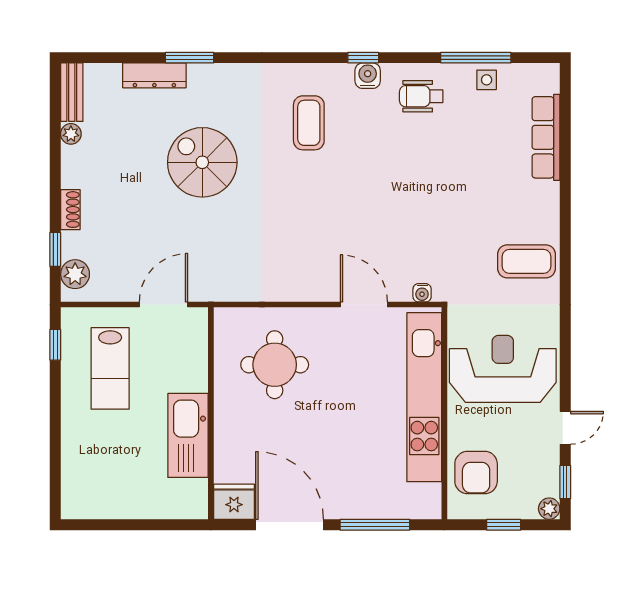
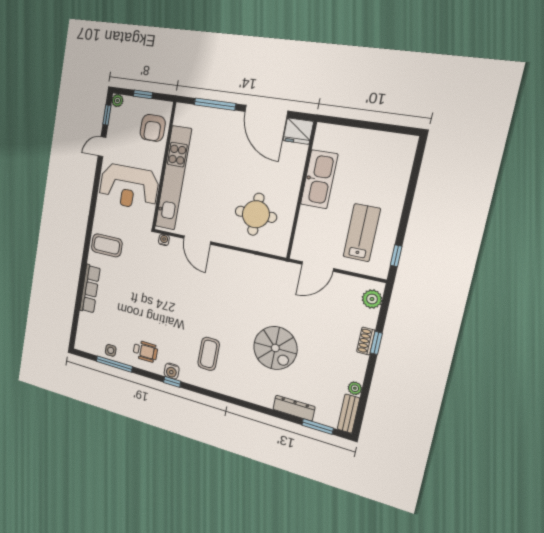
window: (190, 58) -> (318, 427), moved
row of seats: (546, 137) -> (90, 289), moved
window: (55, 249) -> (376, 343), moved
armchair: (476, 473) -> (153, 128), turned 180

